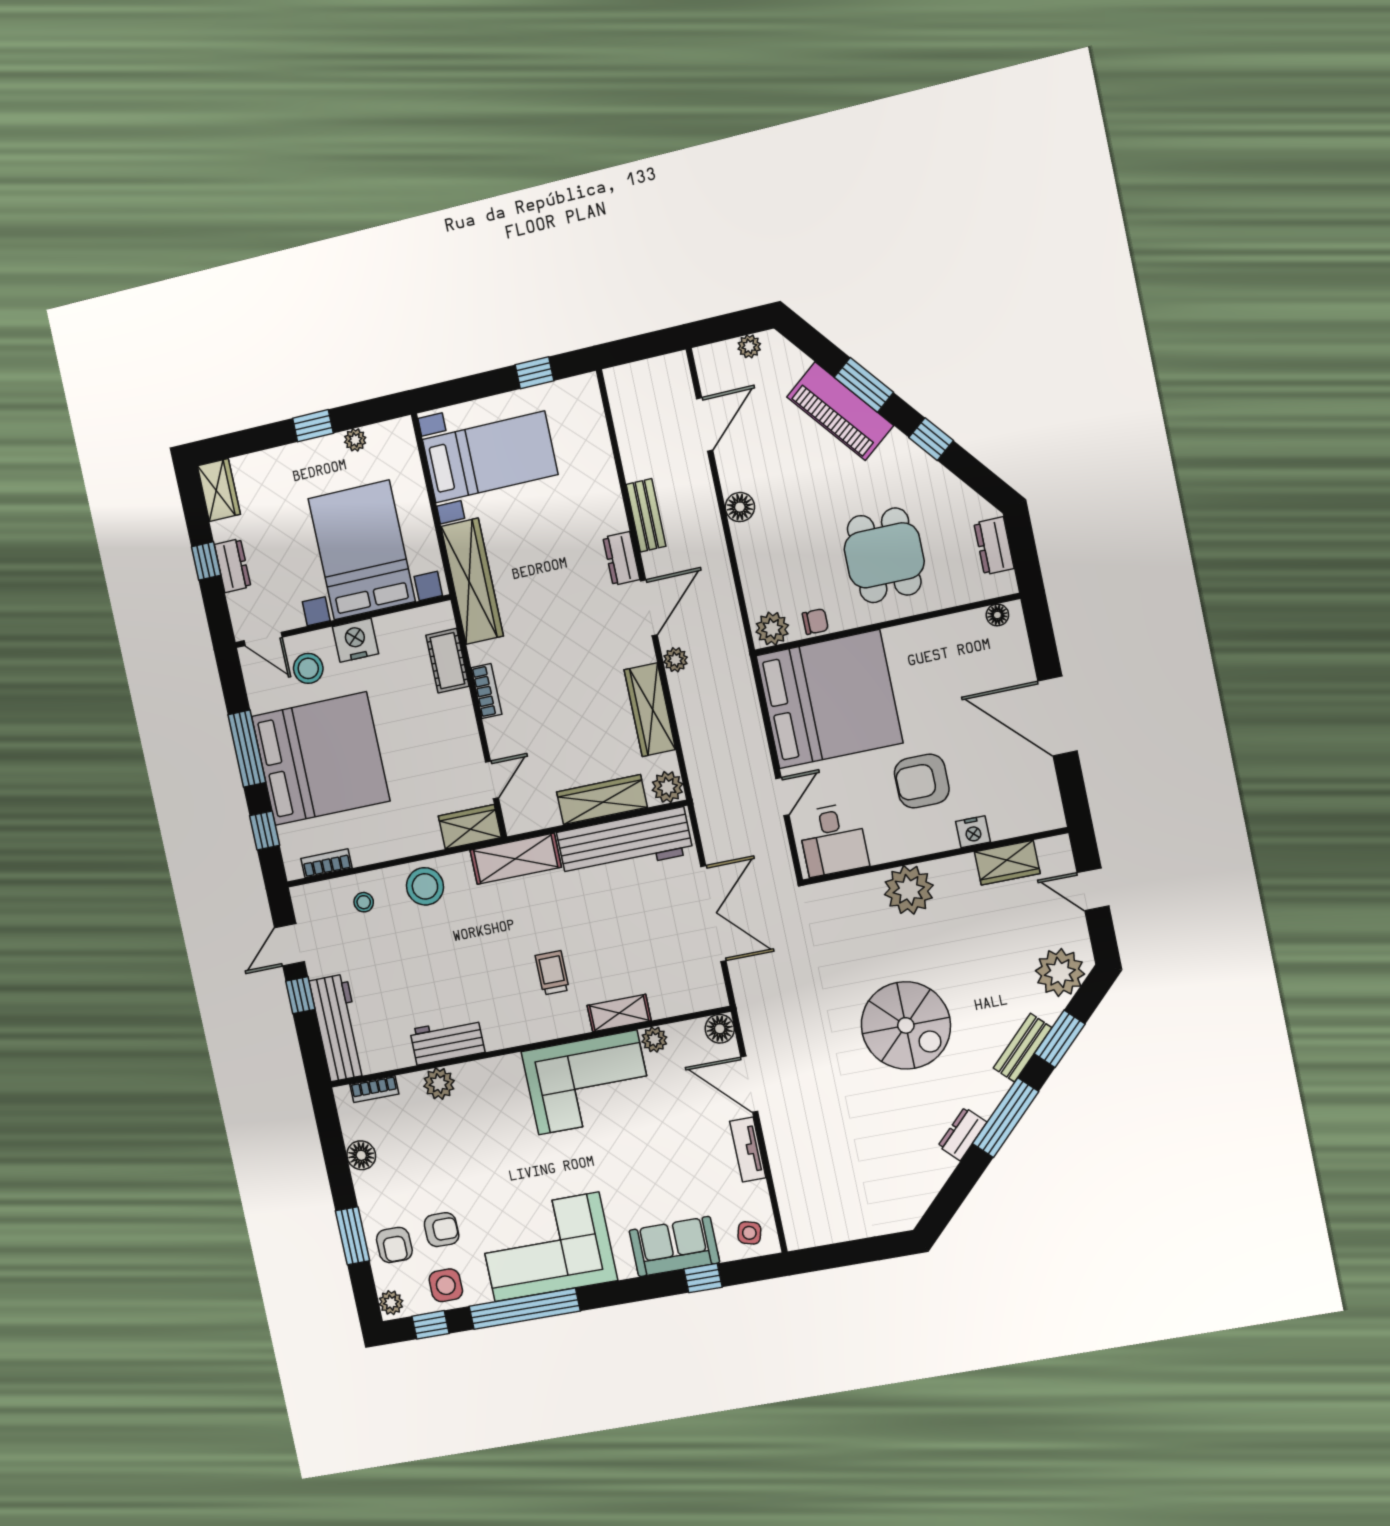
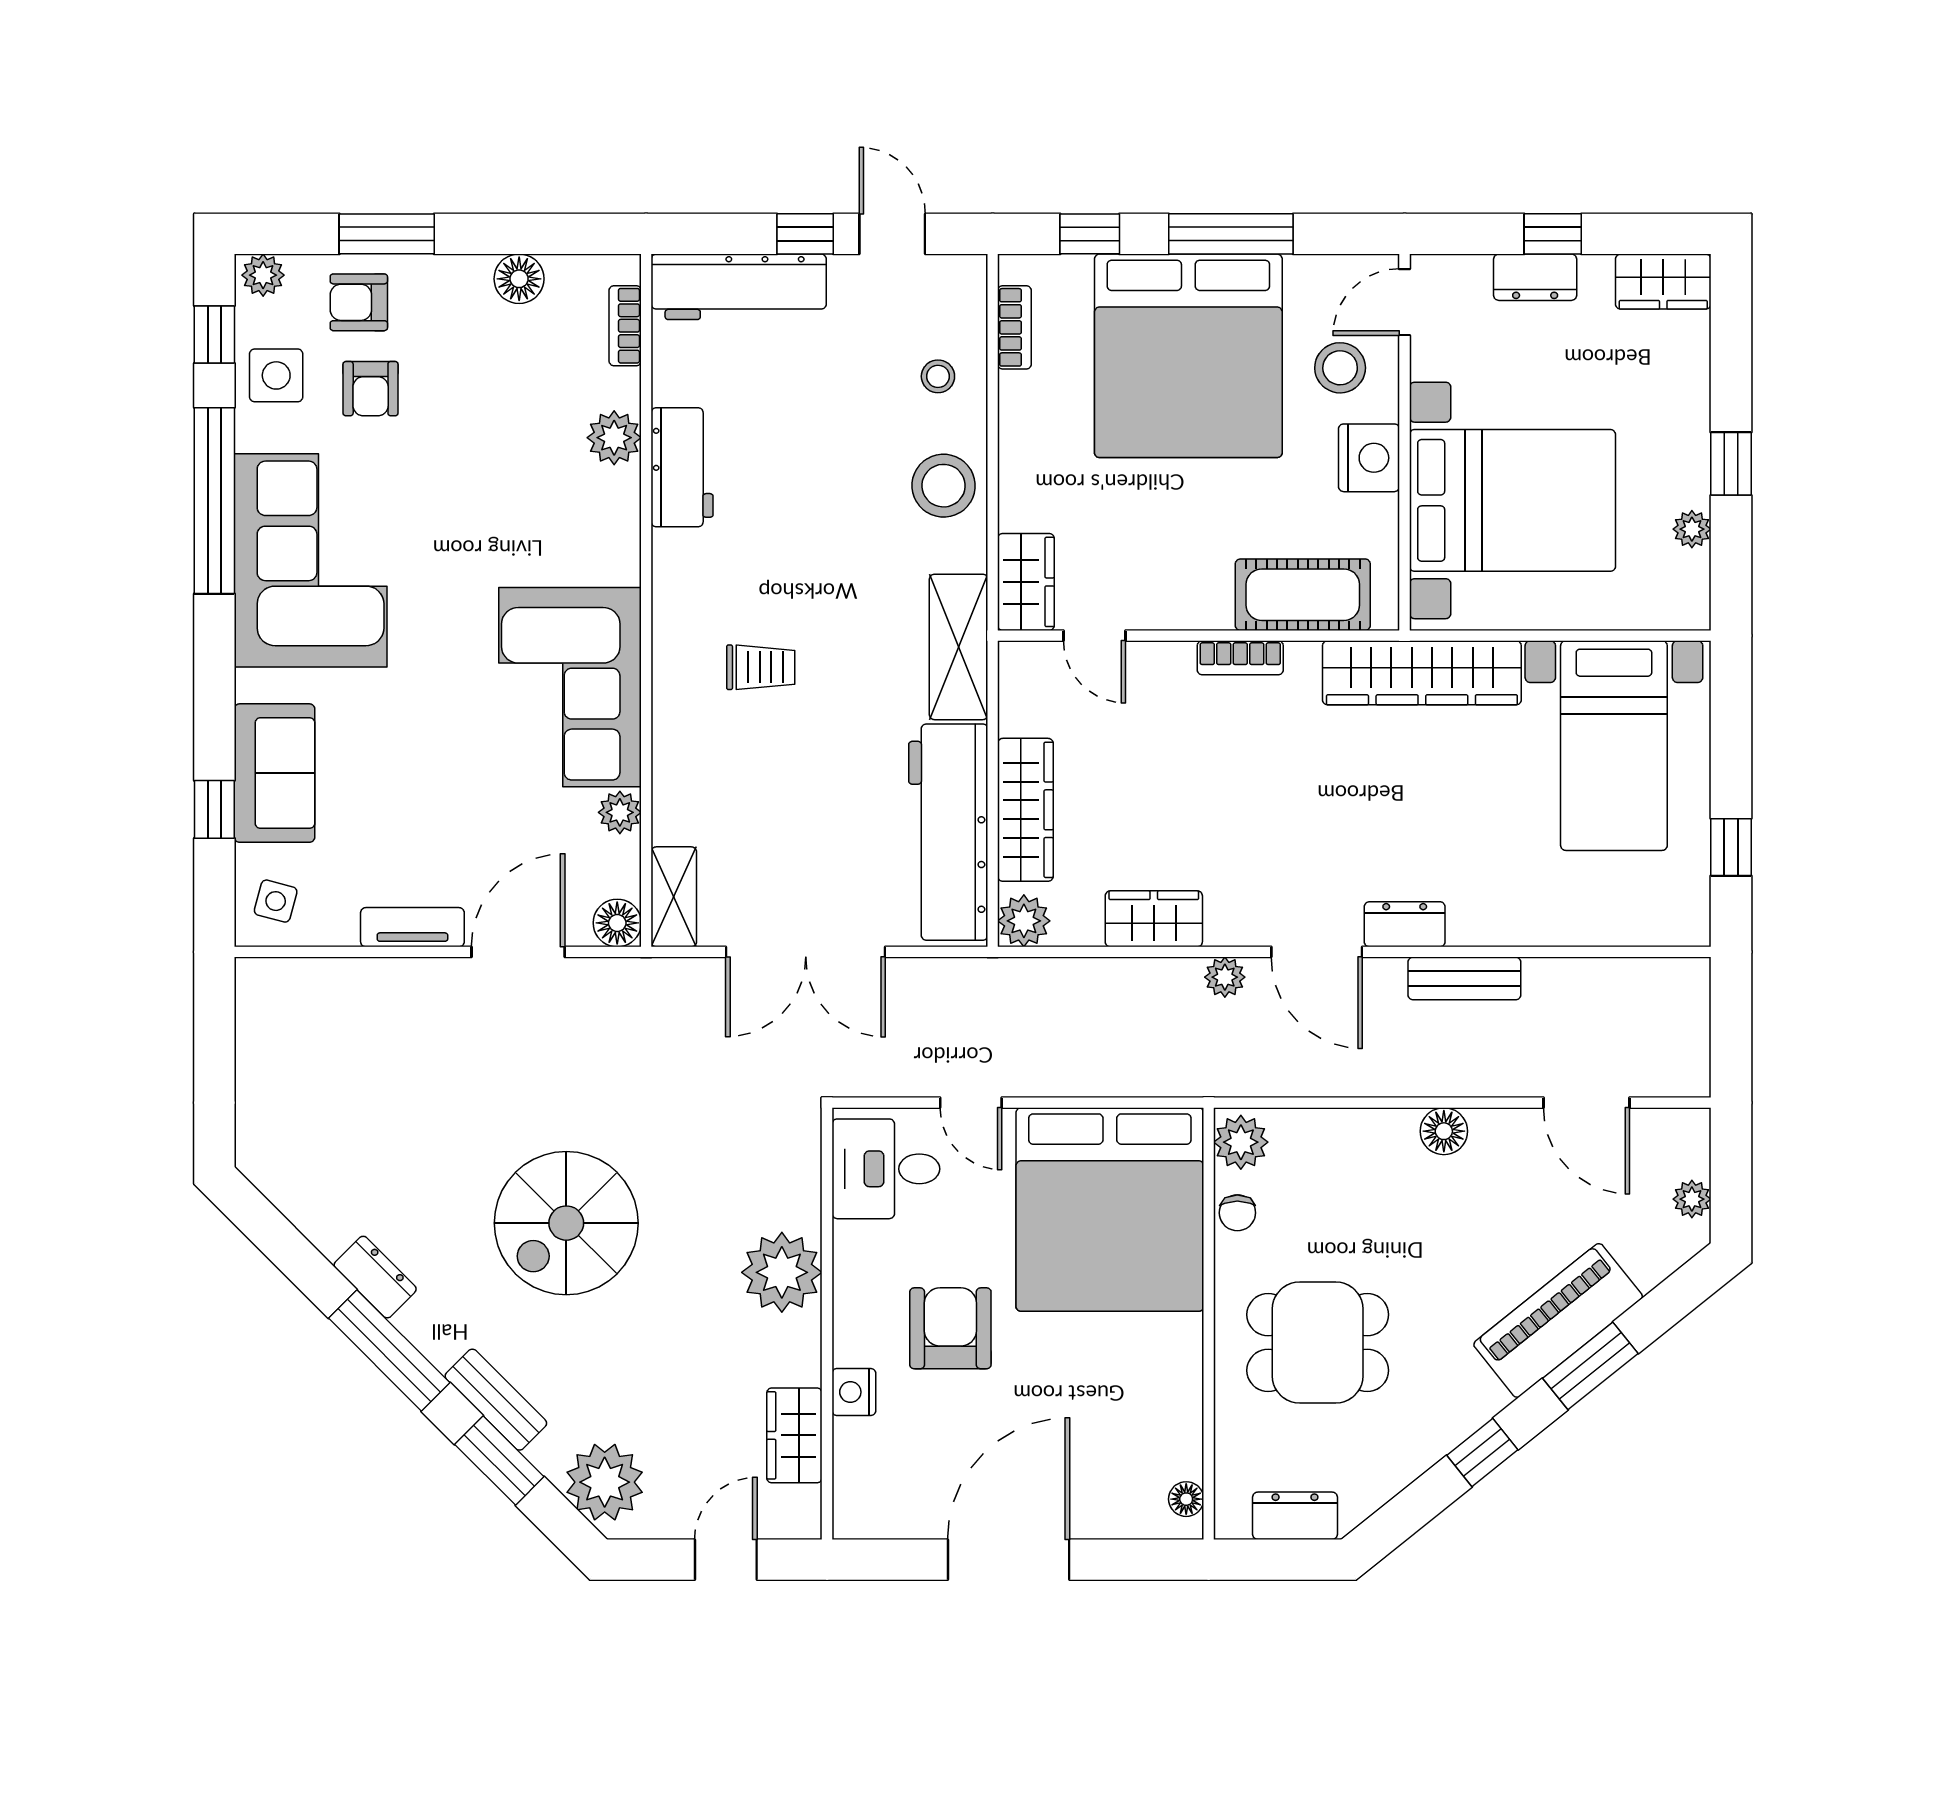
cot: (447, 661) -> (1303, 595), width x1.37, depth x1.34
wardrobe: (650, 710) -> (1154, 919), width x0.67
shelving: (619, 1013) -> (674, 897), moved

